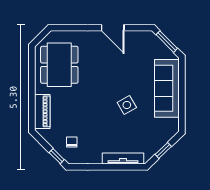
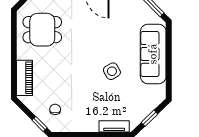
dining table: (59, 65) -> (42, 30), width x0.73
tv unit: (123, 159) -> (114, 126), width x0.71

